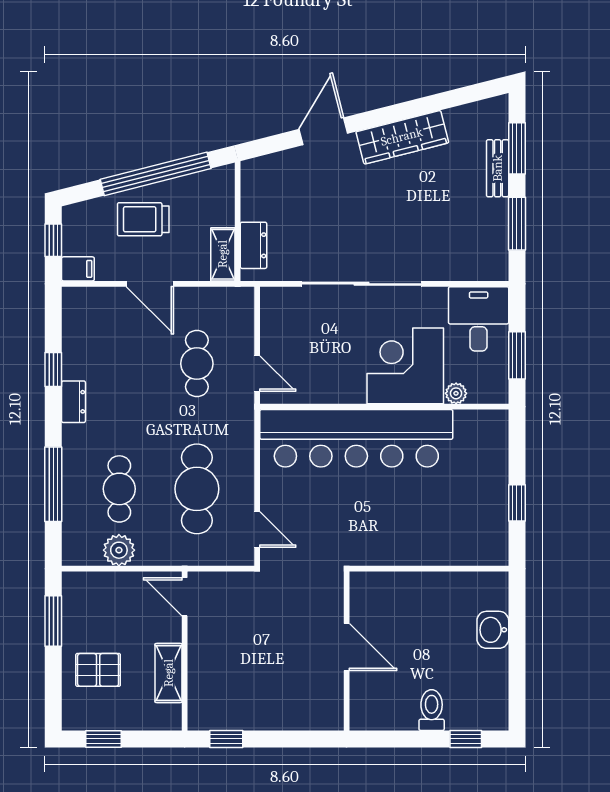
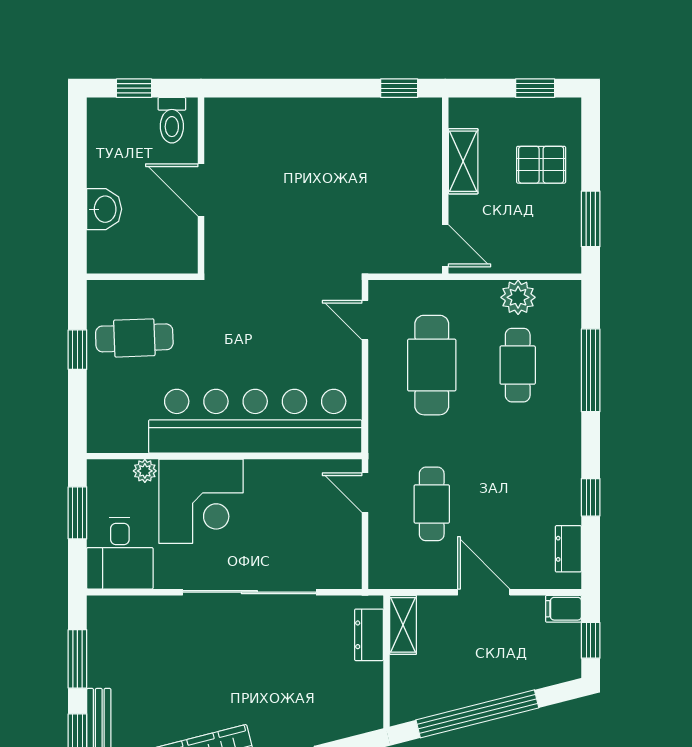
trolley: (143, 219) -> (491, 664), removed
dresser: (73, 402) -> (568, 549), moved
cafe table: (465, 513) -> (134, 338), added
door: (347, 647) -> (201, 190), moved
wall: (347, 651) -> (201, 186), moved

